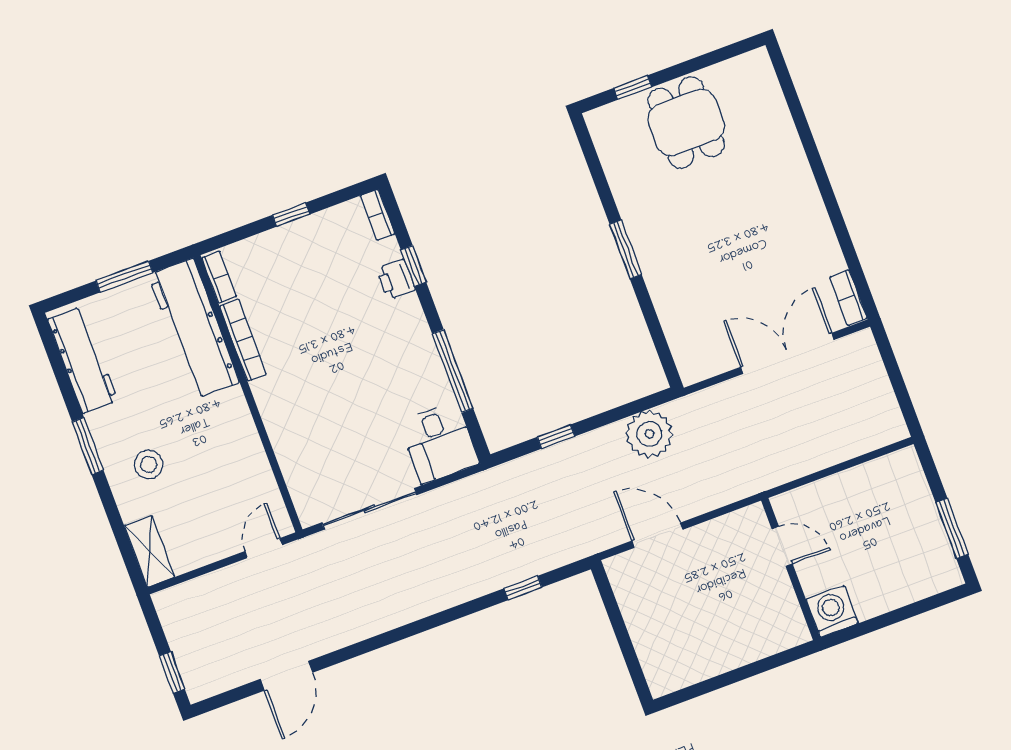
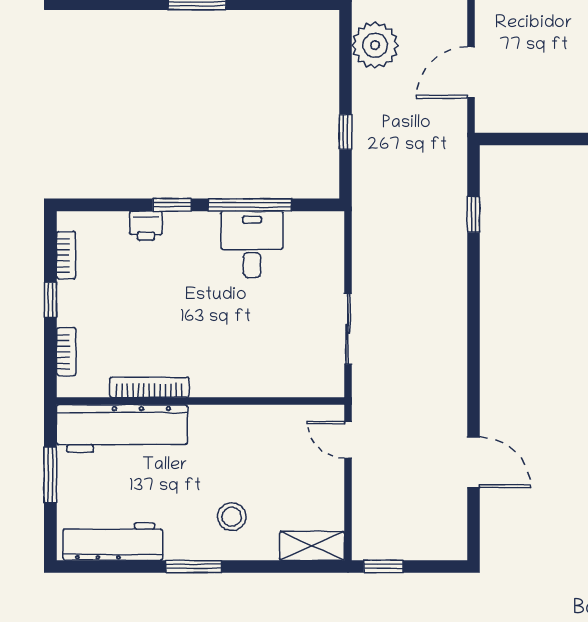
bookcase: (378, 215) -> (66, 255), moved, turned -90
window: (413, 266) -> (172, 205), moved
bookcase: (219, 277) -> (66, 352), moved, turned 90
desk: (439, 443) -> (252, 244), moved, turned -90
sliding door: (369, 509) -> (348, 329), width x0.73
window: (172, 672) -> (383, 566), moved

